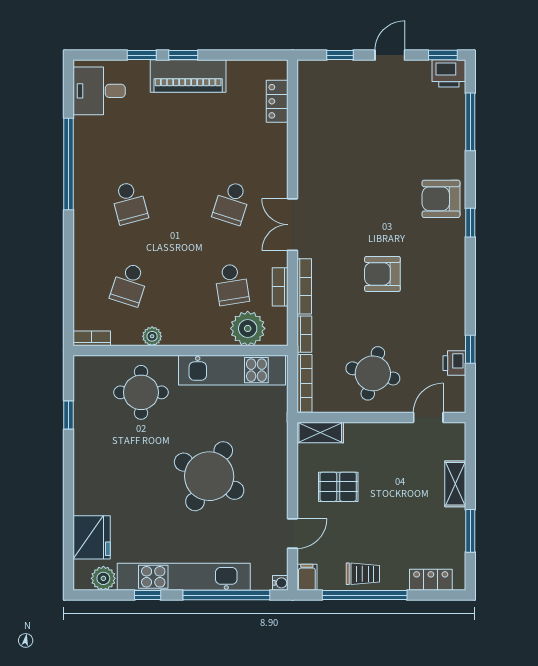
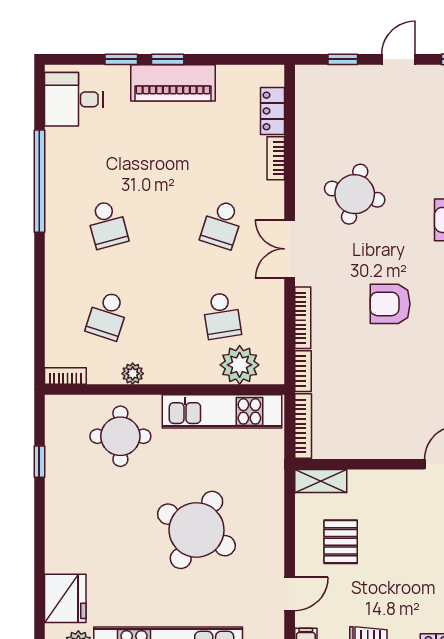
bookcase: (280, 287) -> (276, 158), moved
round table: (373, 373) -> (355, 194), moved
pallet: (338, 487) -> (341, 542), turned 90

